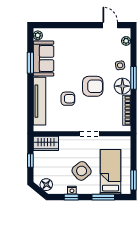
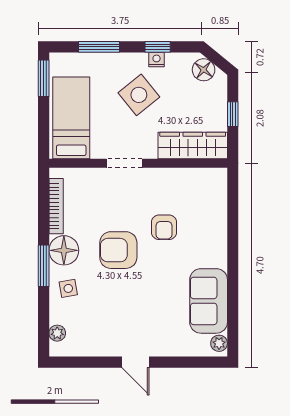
door: (110, 25) -> (135, 362), moved
window: (30, 63) -> (233, 293), removed
armchair: (68, 99) -> (164, 227), turned -90
tv unit: (39, 101) -> (216, 223), removed
wardrobe: (46, 143) -> (193, 146), width x1.50
bed: (111, 172) -> (71, 118), moved, turned 180

